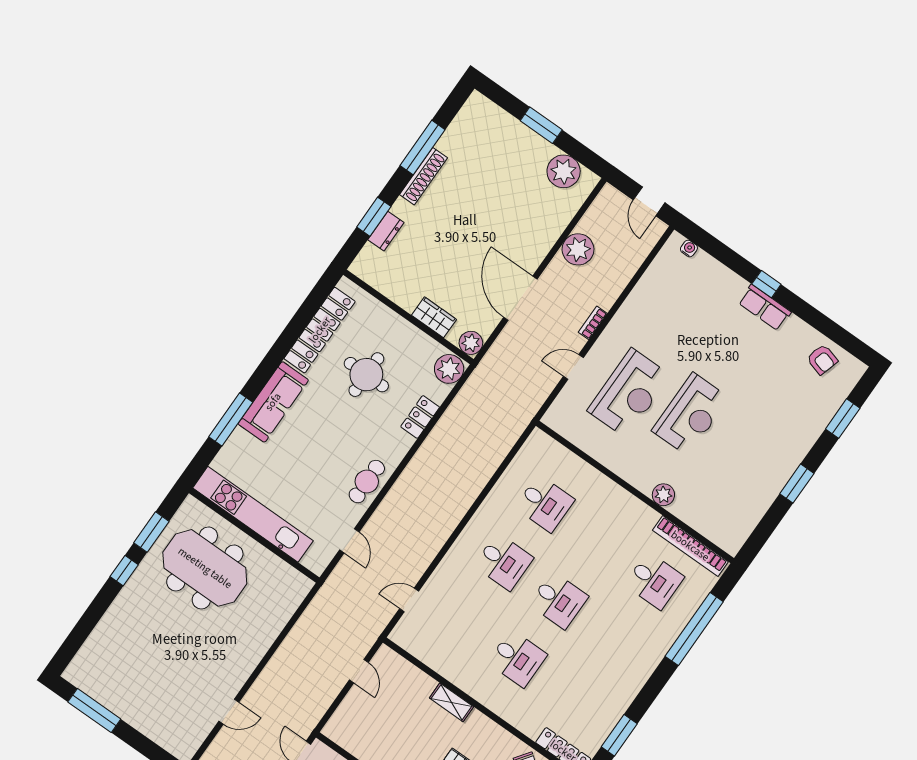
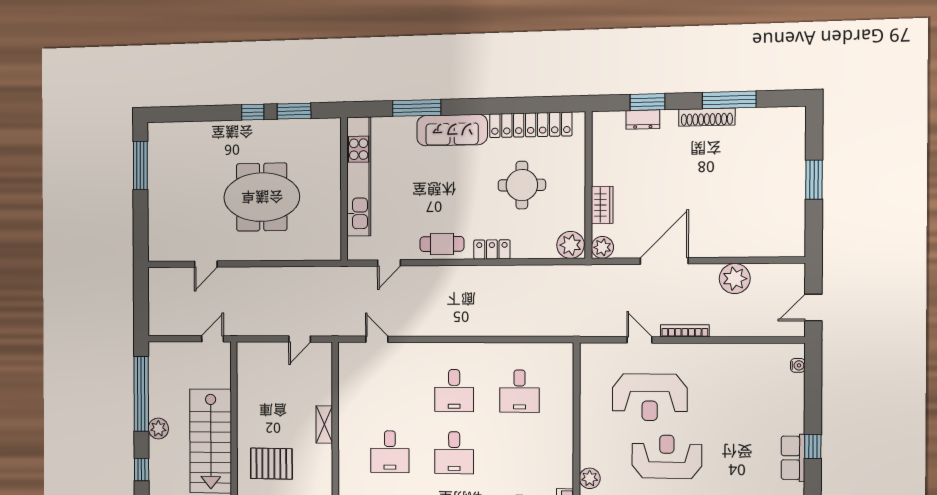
plant: (564, 171) -> (789, 223), removed
bookcase: (593, 323) -> (685, 331), width x1.56
reception desk: (691, 414) -> (667, 457), turned 180
locker: (420, 417) -> (492, 249), moved
meeting table: (205, 568) -> (262, 197), moved, turned 90
door: (229, 712) -> (206, 264), hinge flipped

